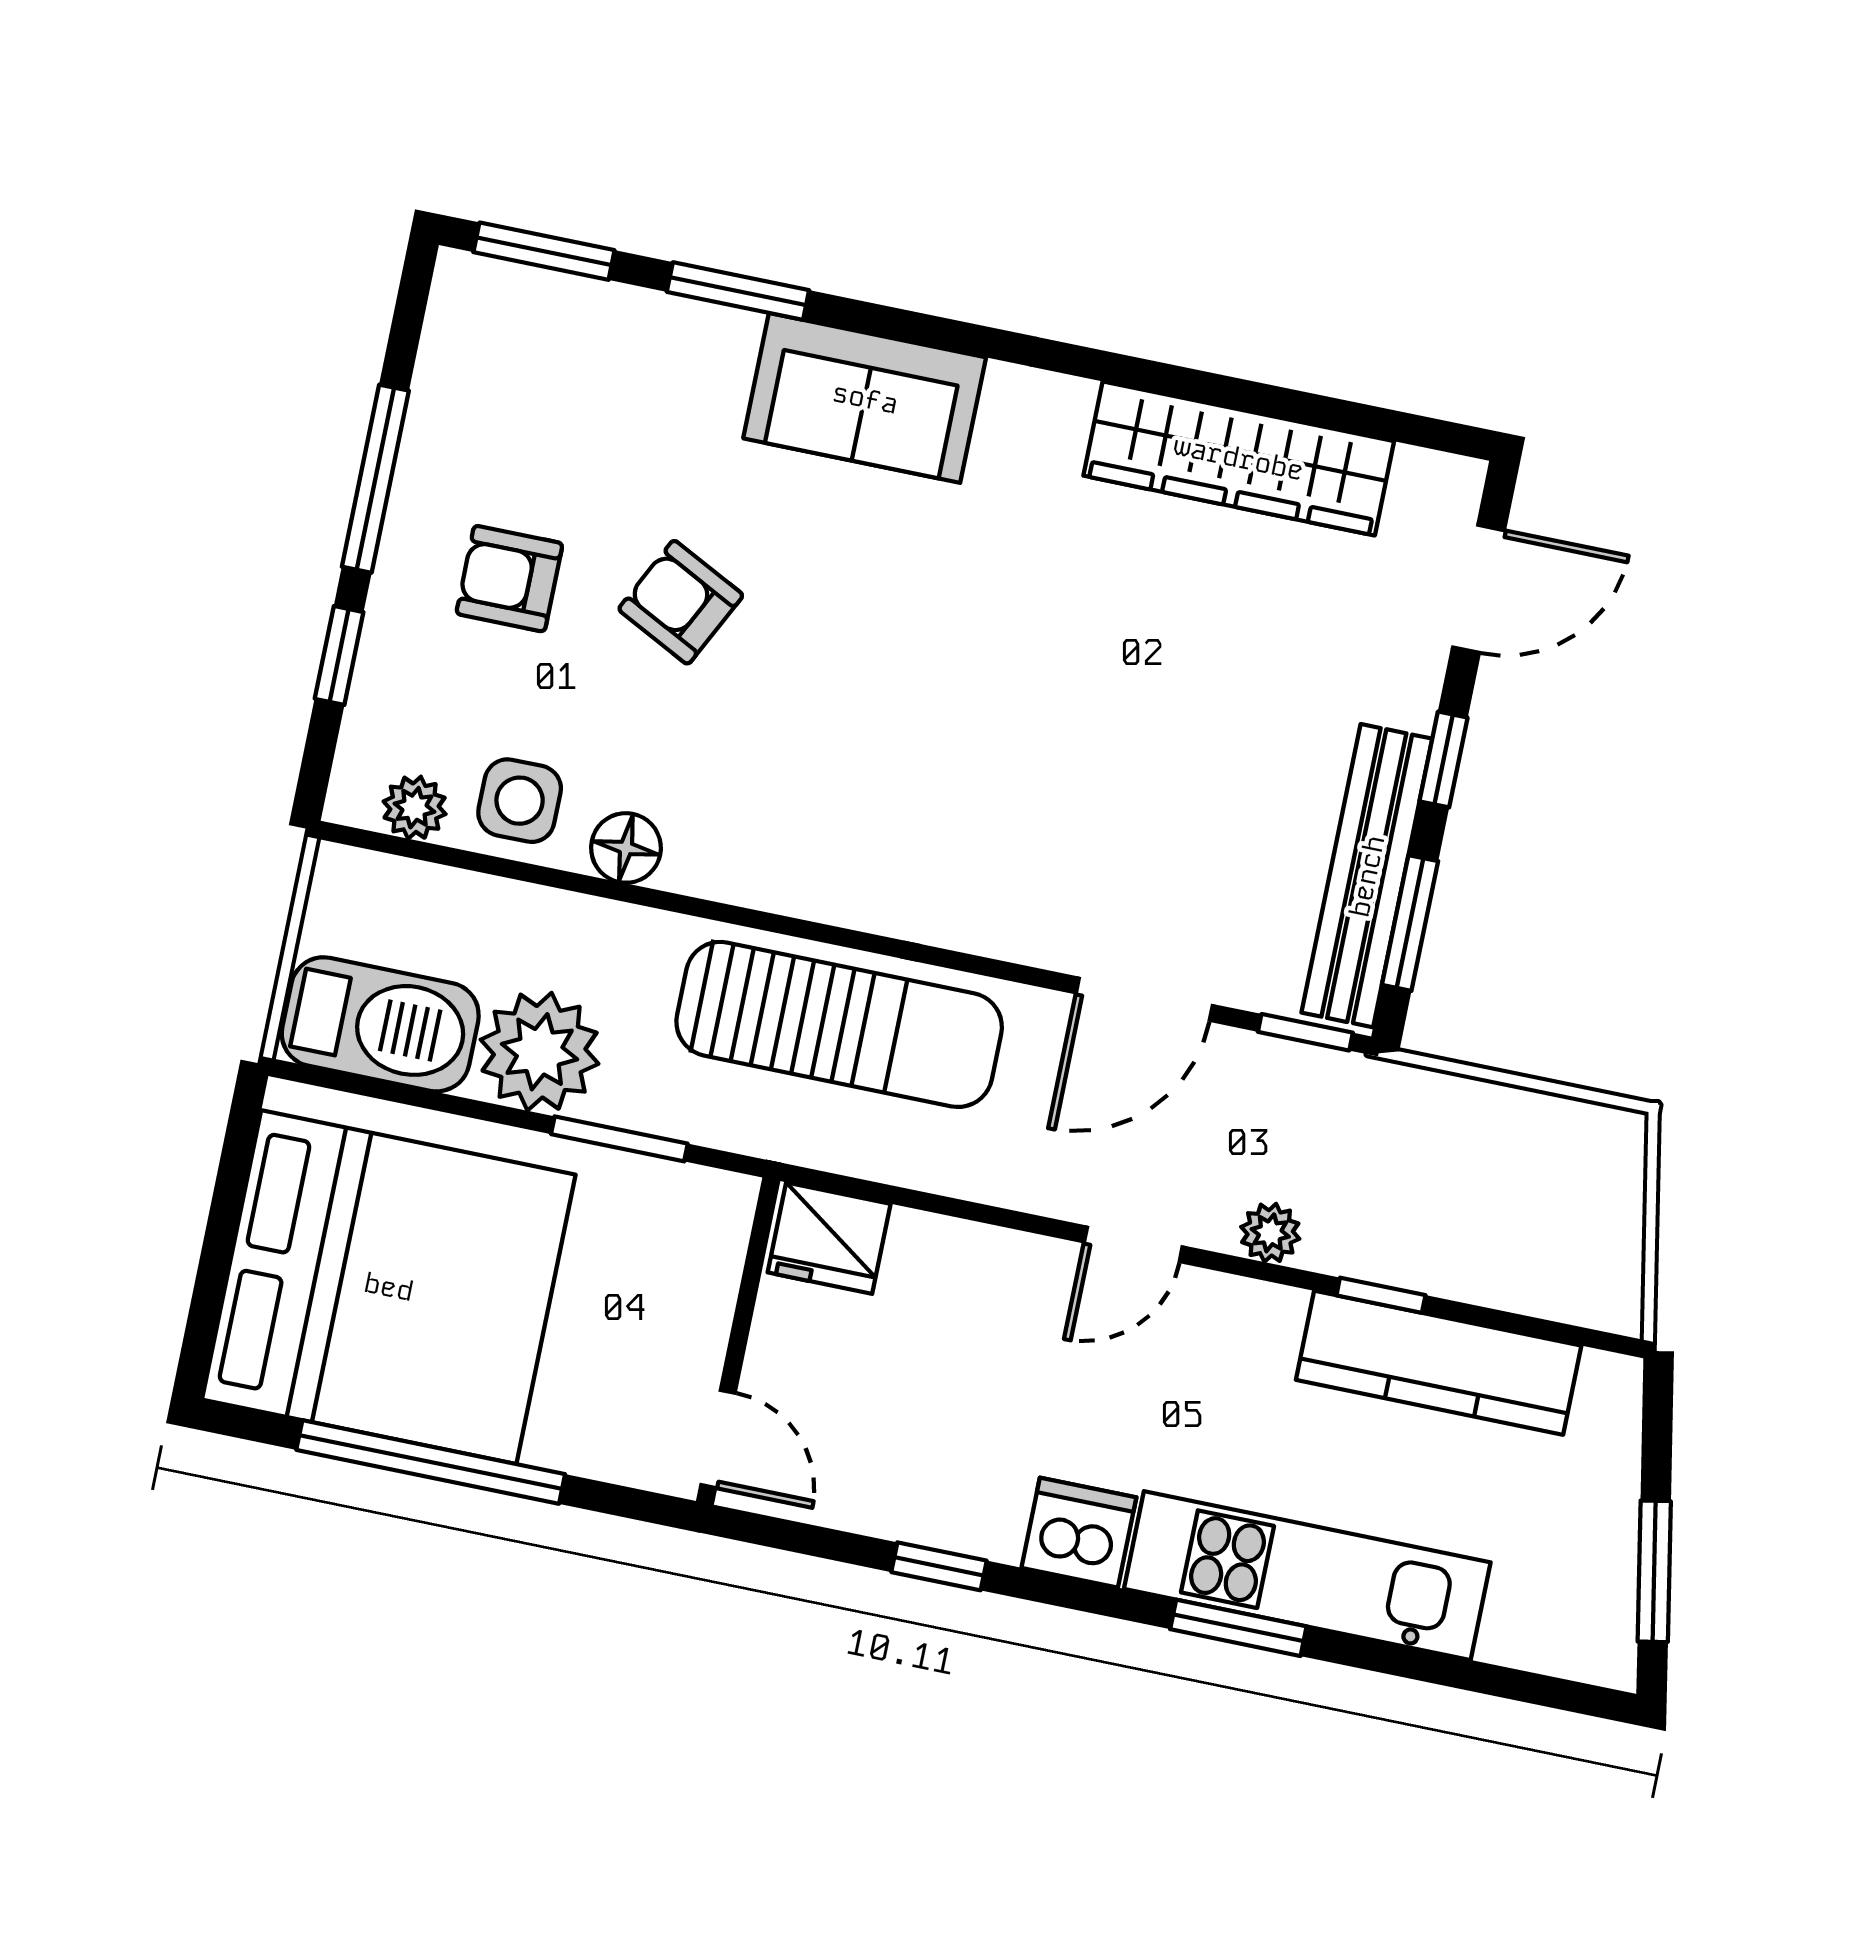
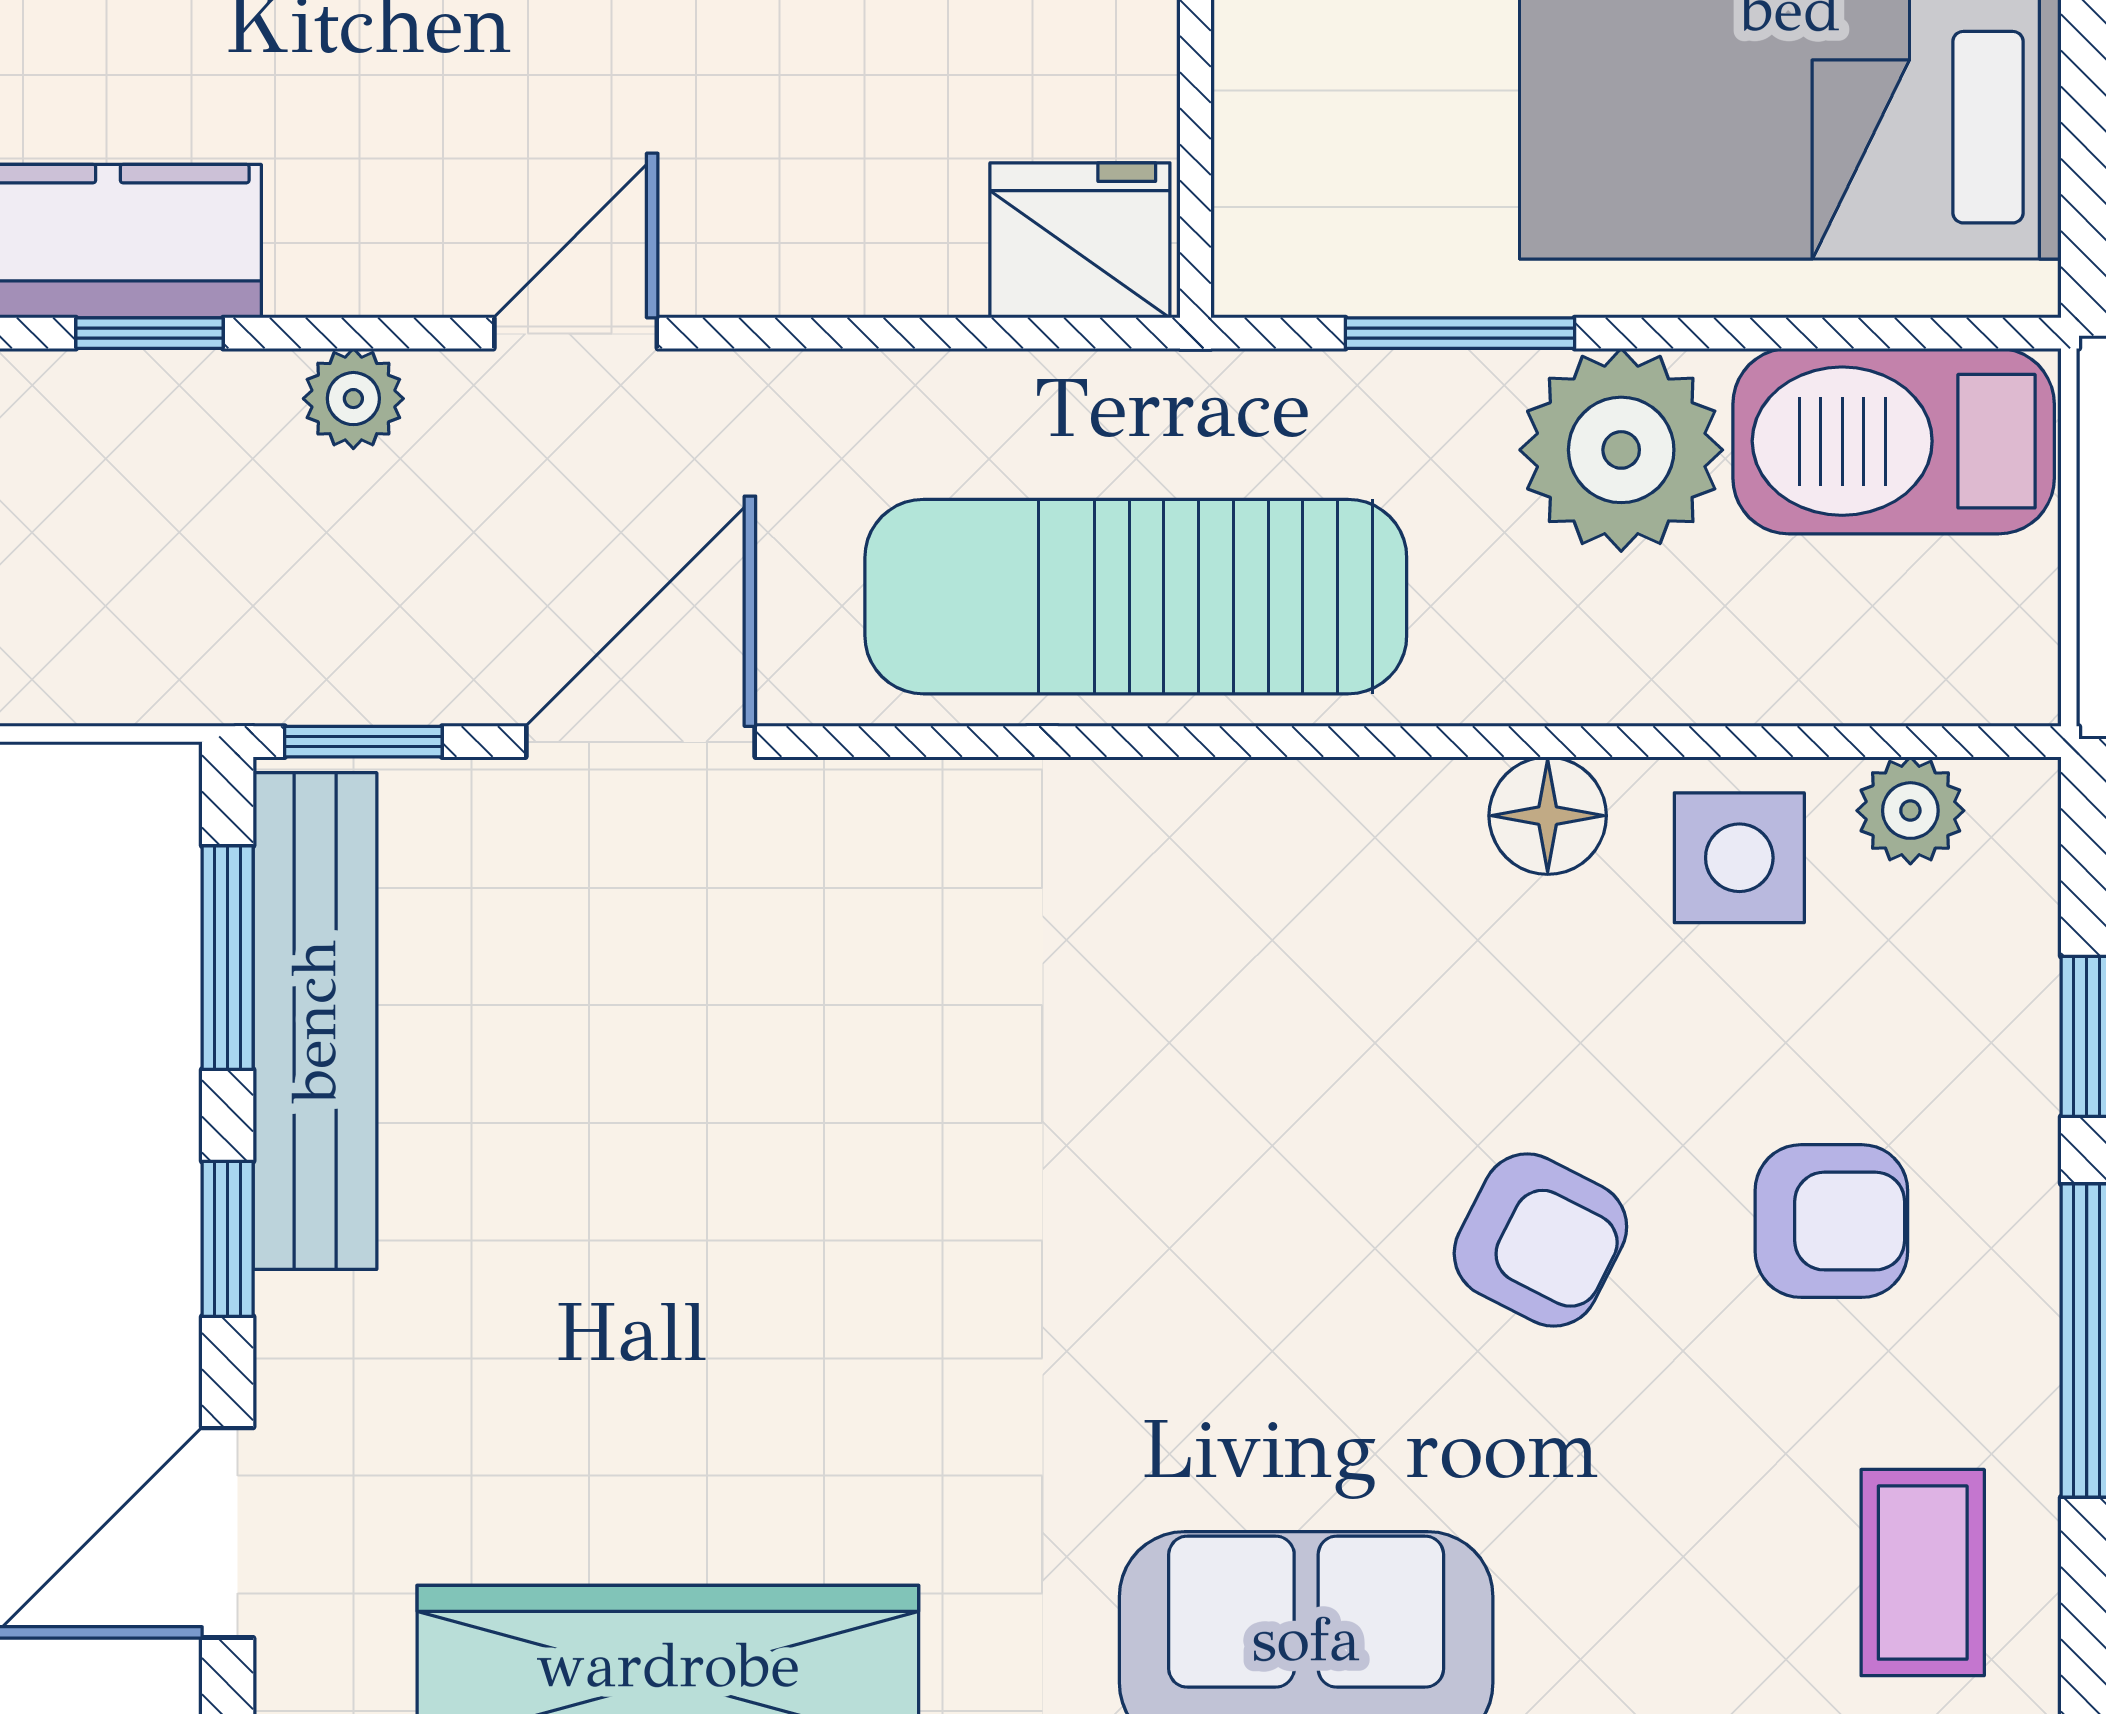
coffee table: (498, 363) -> (1923, 1573), added

